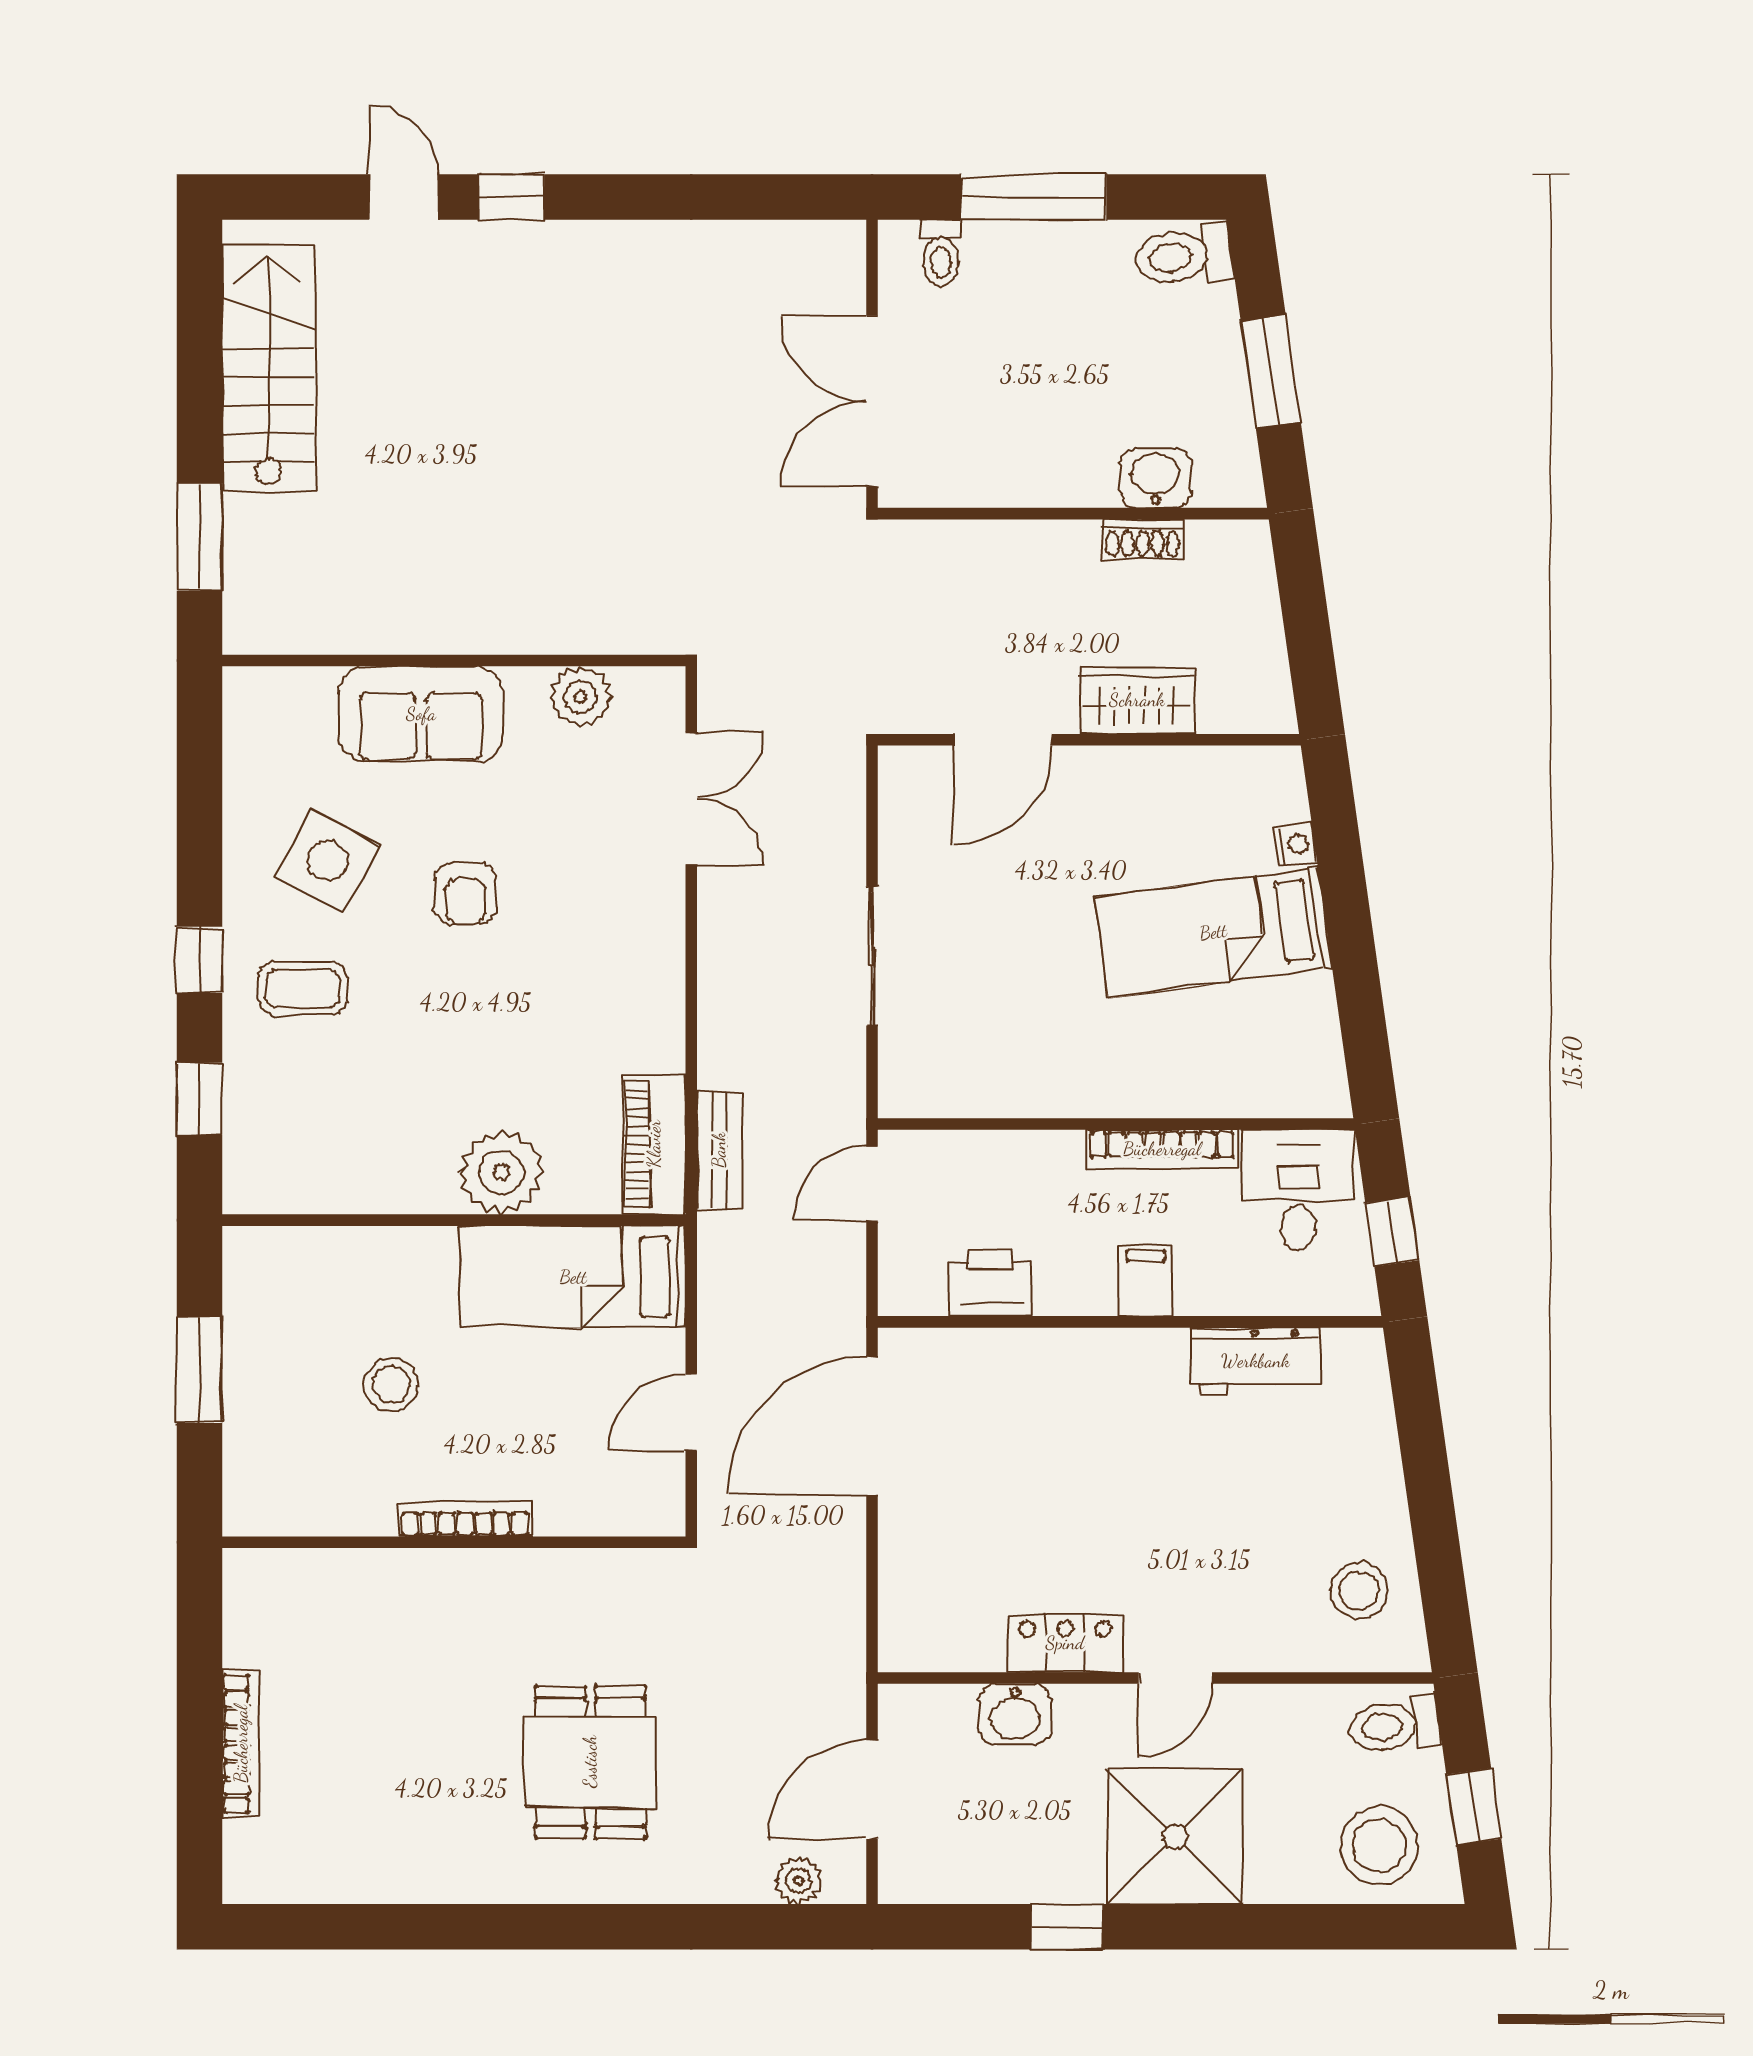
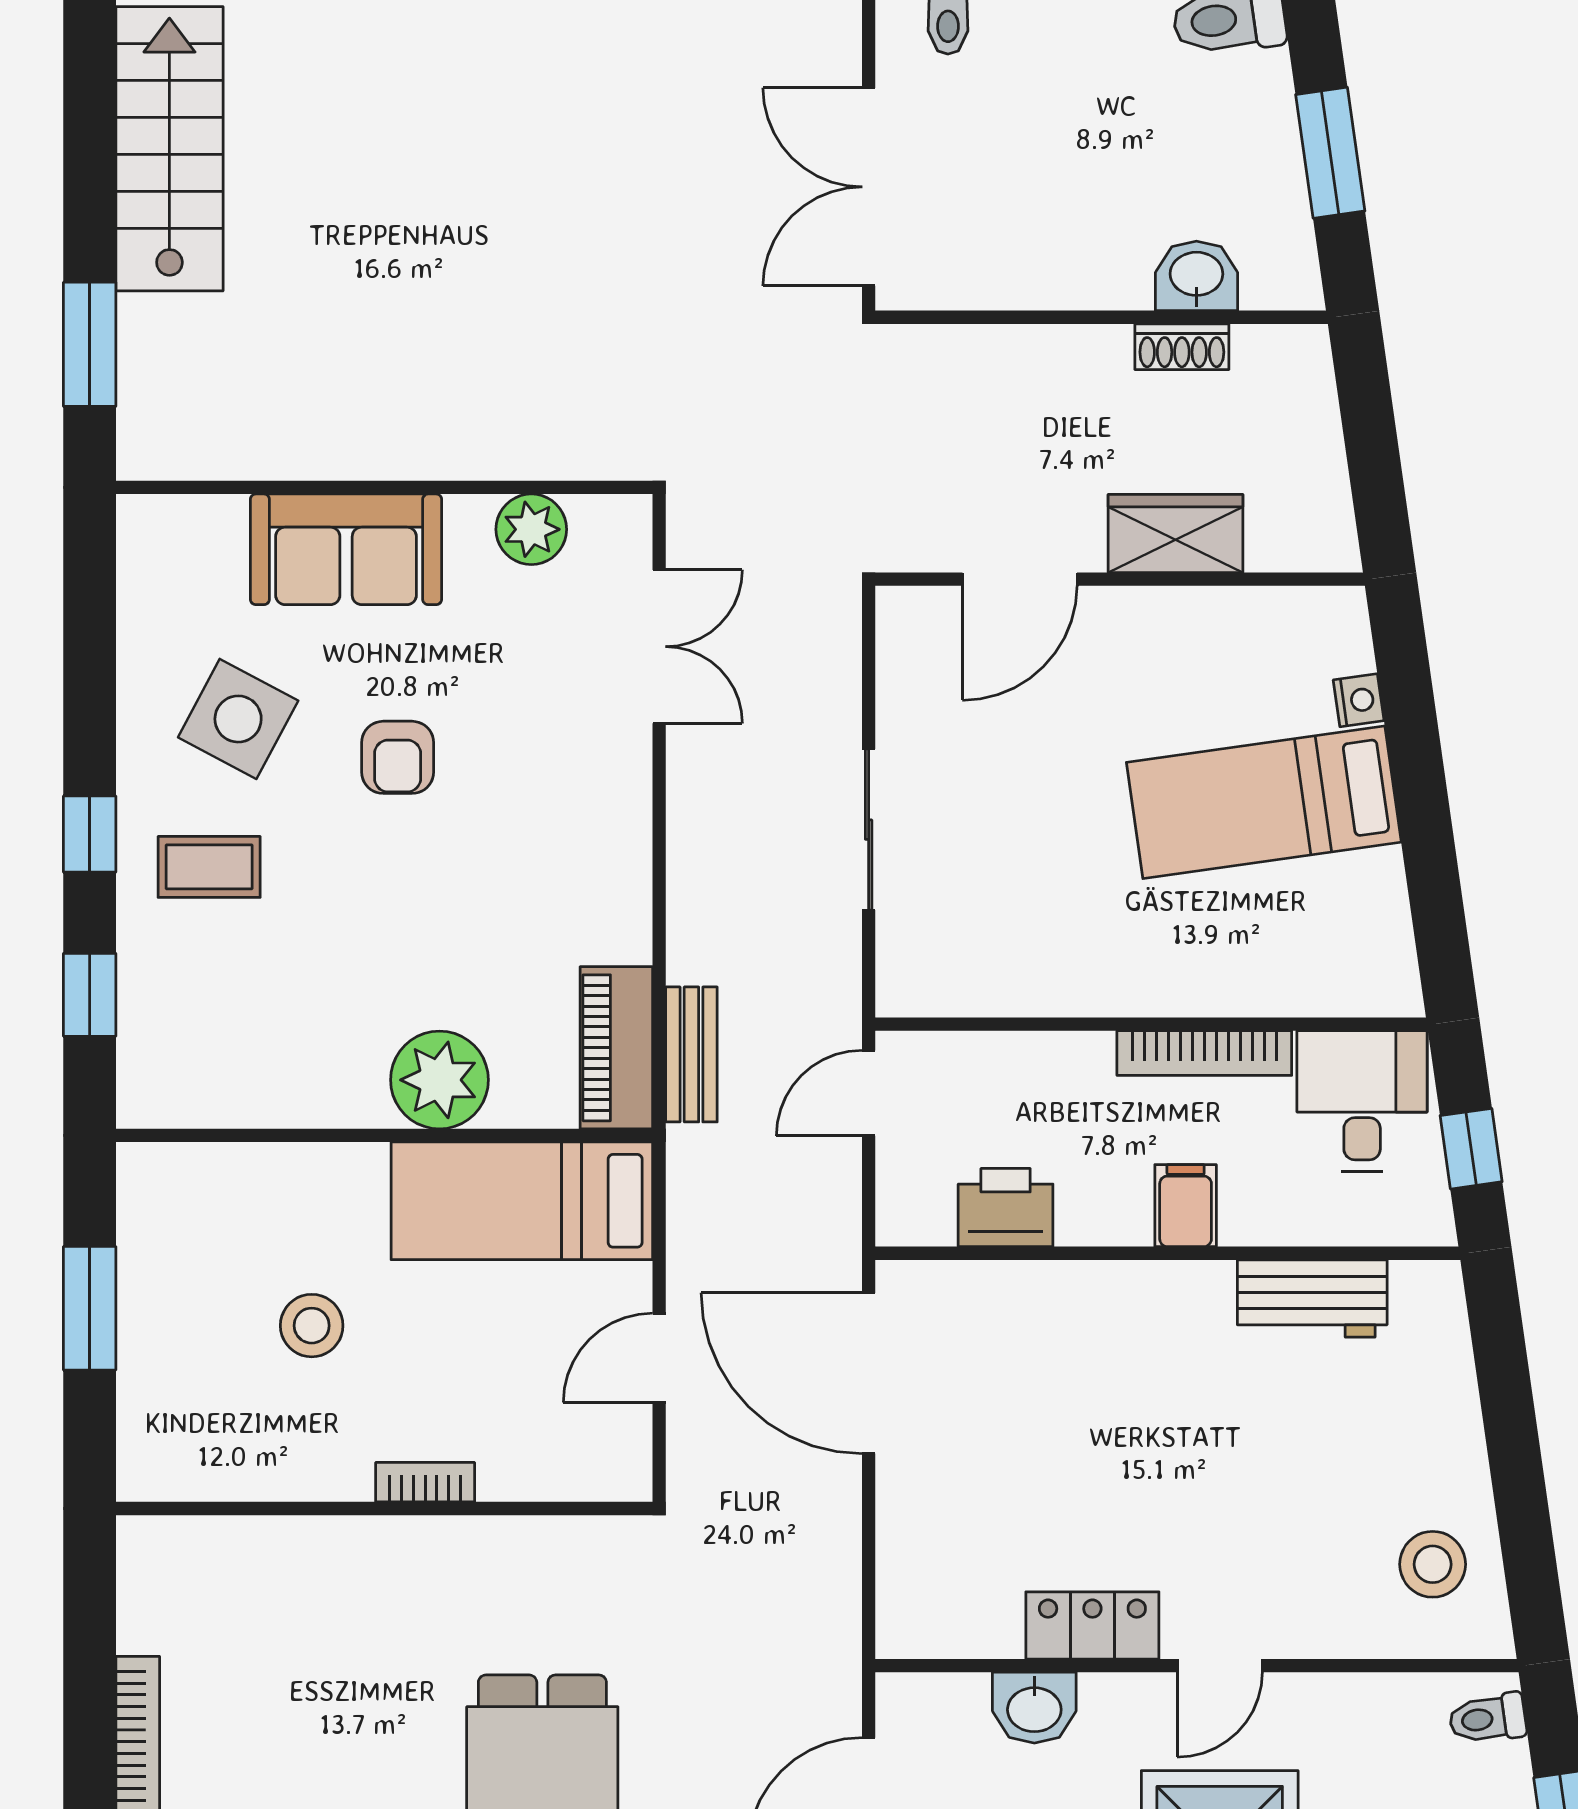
door: (872, 1426) -> (869, 1373), hinge flipped
bookcase: (465, 1520) -> (425, 1482), width x0.64
toilet: (1394, 1725) -> (1488, 1718), width x0.73, depth x0.72

